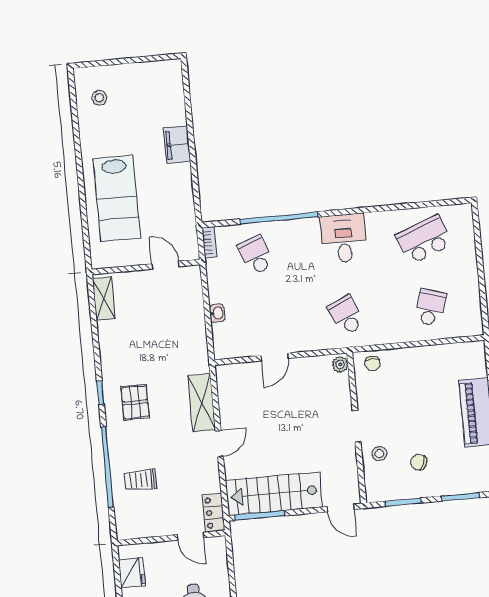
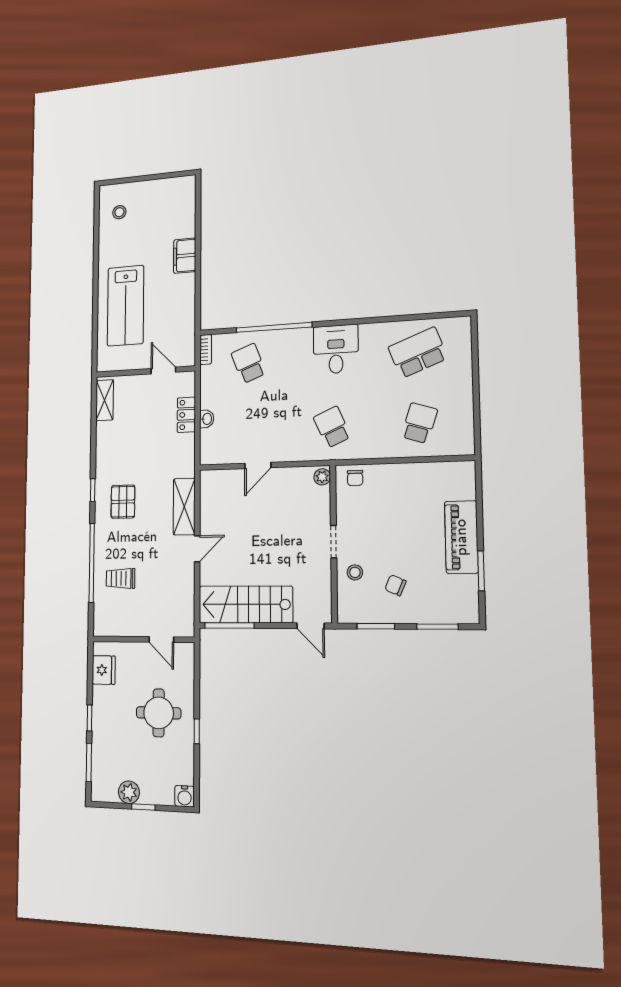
locker: (214, 513) -> (186, 415), moved

